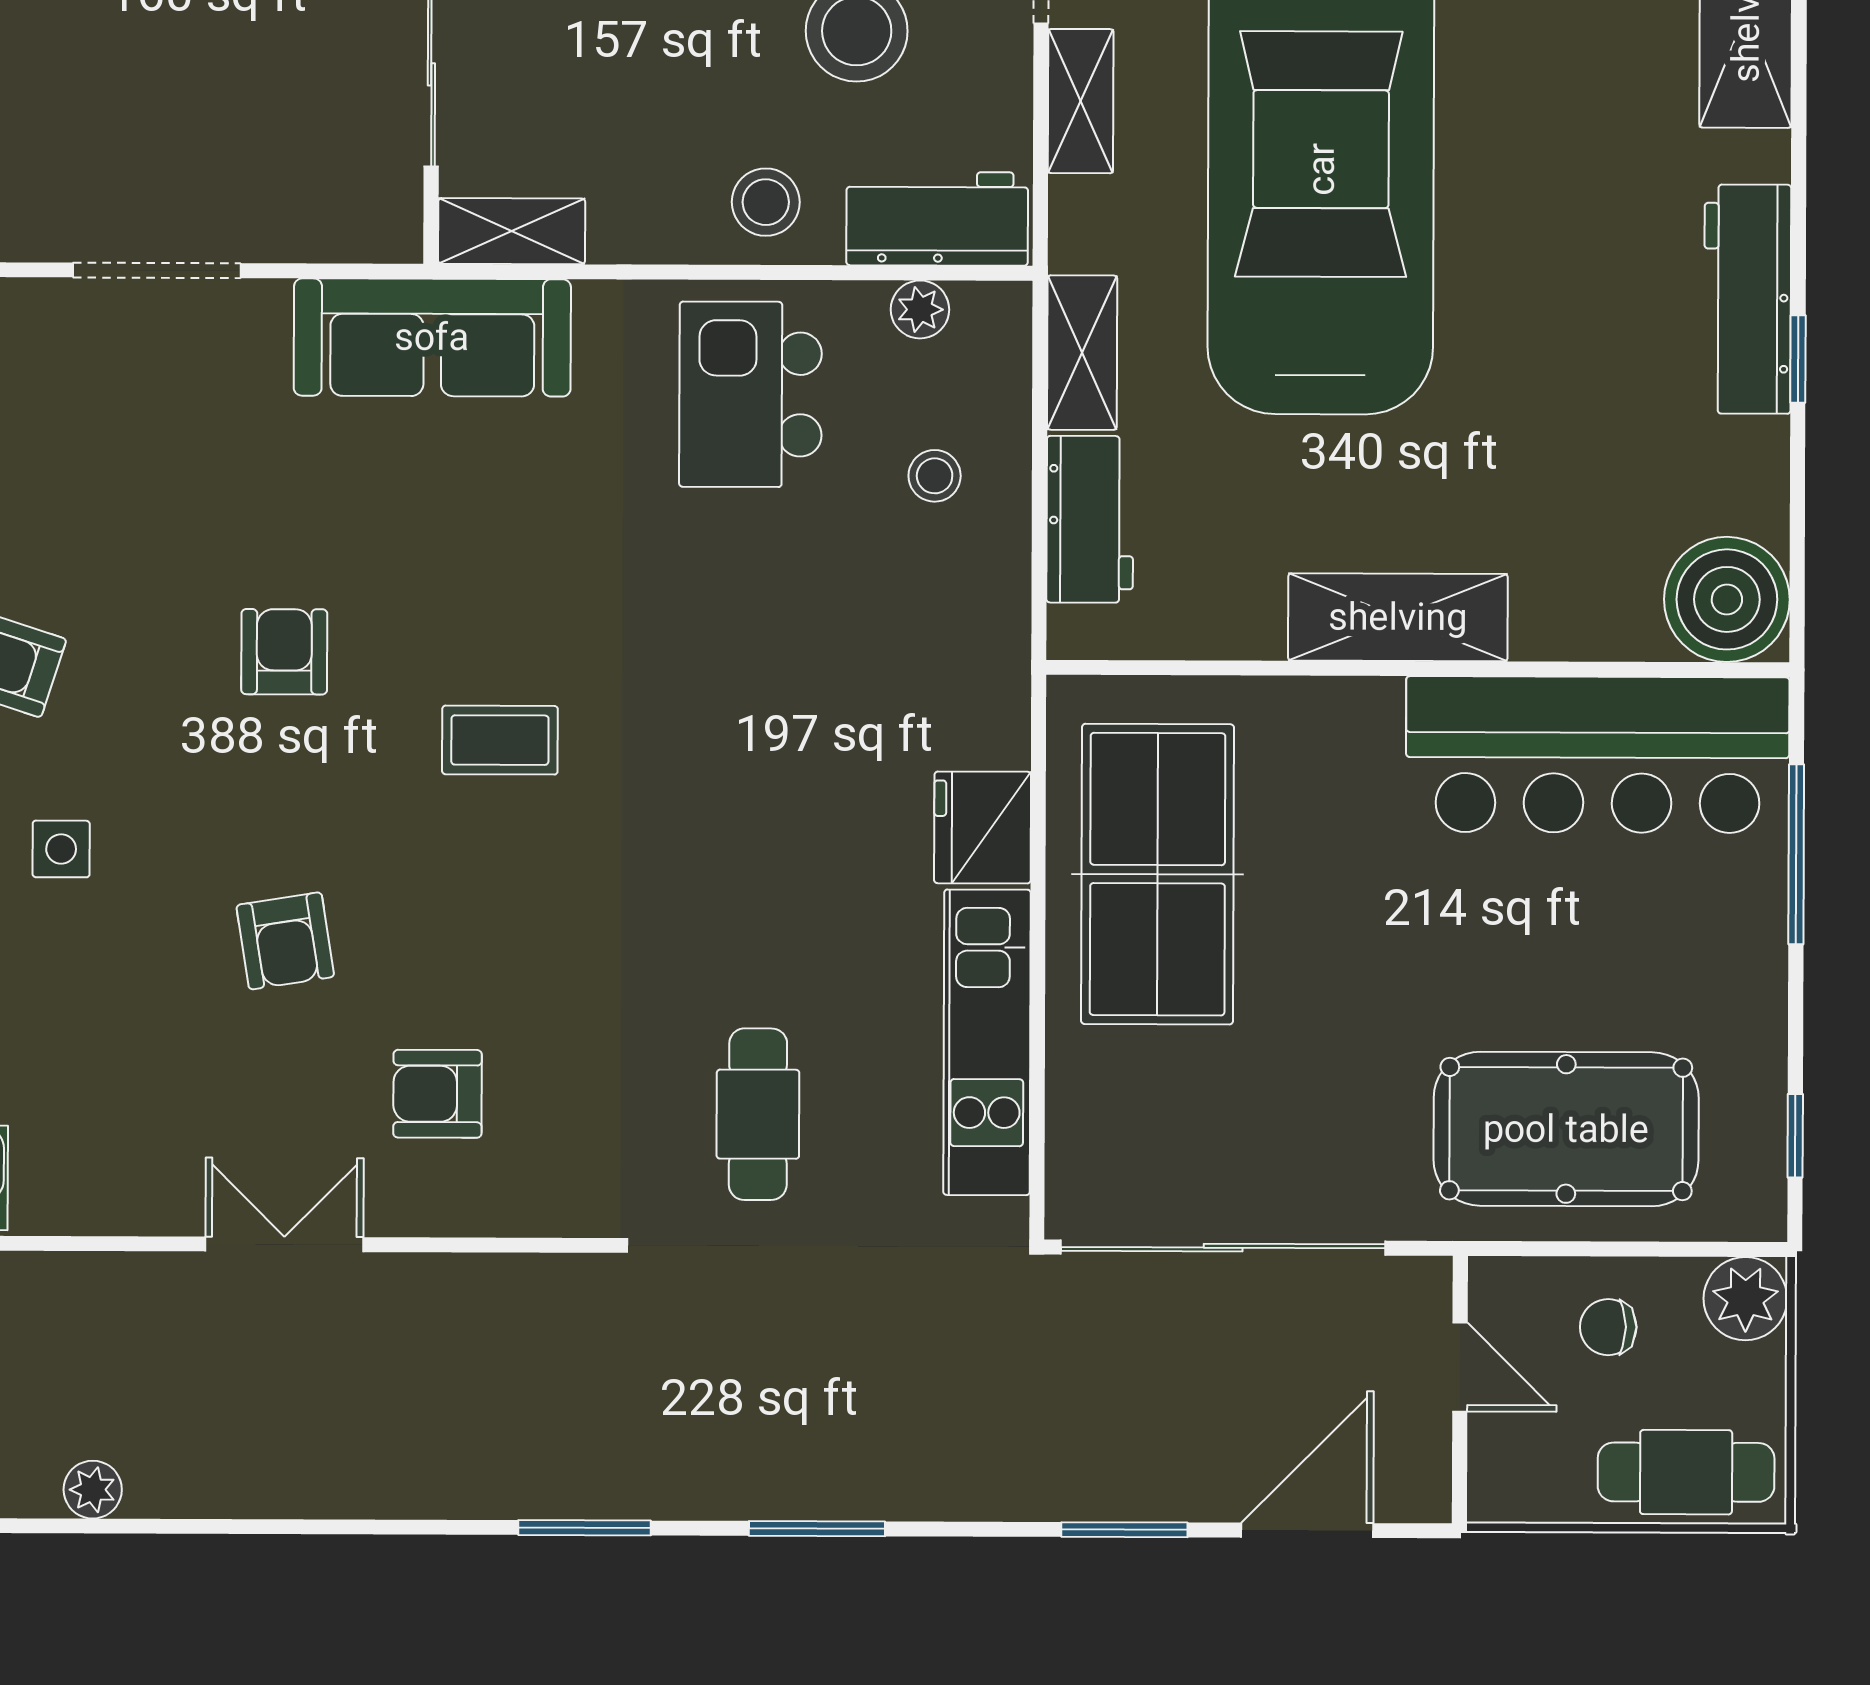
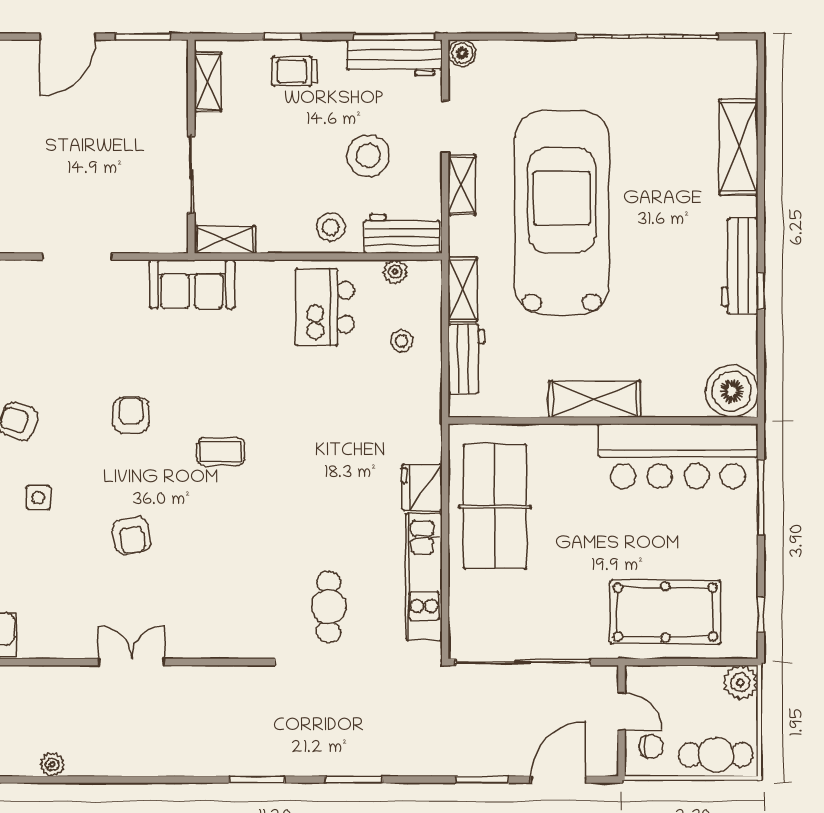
sofa: (432, 337) -> (192, 284), width x0.73
armchair: (438, 1094) -> (195, 599), removed
chair: (1608, 1327) -> (651, 747), moved, turned 180

